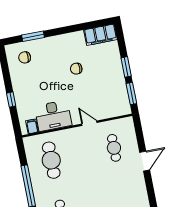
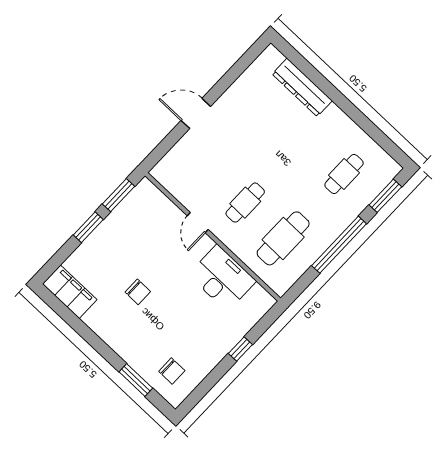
filing cabinet: (32, 126) -> (256, 296), removed
cafe table: (114, 148) -> (245, 203), moved

